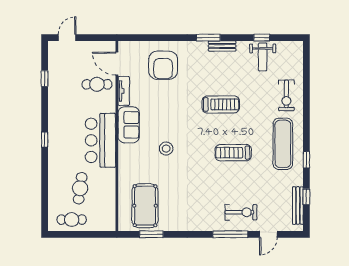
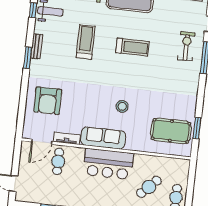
armchair: (163, 65) -> (48, 101), turned 90
treadmill: (221, 104) -> (86, 42), moved
sofa: (129, 125) -> (103, 138), width x1.36
treadmill: (233, 153) -> (133, 47), turned -90
cafe table: (80, 188) -> (149, 187), turned -53

